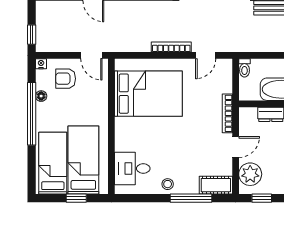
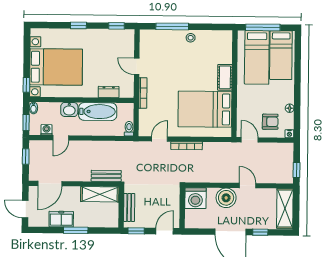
window: (32, 35) -> (296, 170), moved
window: (32, 114) -> (297, 94), removed
door: (236, 147) -> (137, 66), hinge flipped
desk: (132, 168) -> (218, 50), removed
plant: (250, 174) -> (125, 45), removed
cot: (216, 185) -> (225, 77), moved, turned 90
window: (76, 198) -> (263, 27), width x2.17

